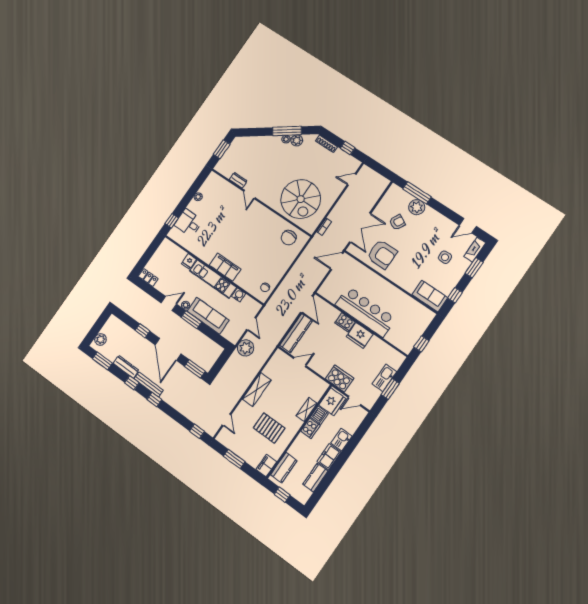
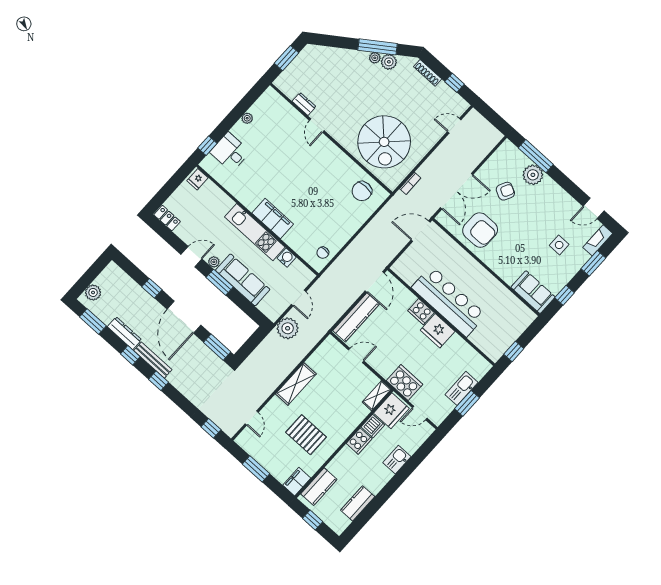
fridge: (189, 261) -> (198, 179), moved
shelving: (307, 410) -> (377, 396), moved
freezer: (329, 457) -> (378, 479), removed

